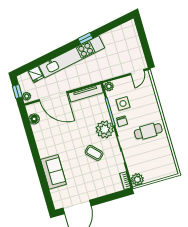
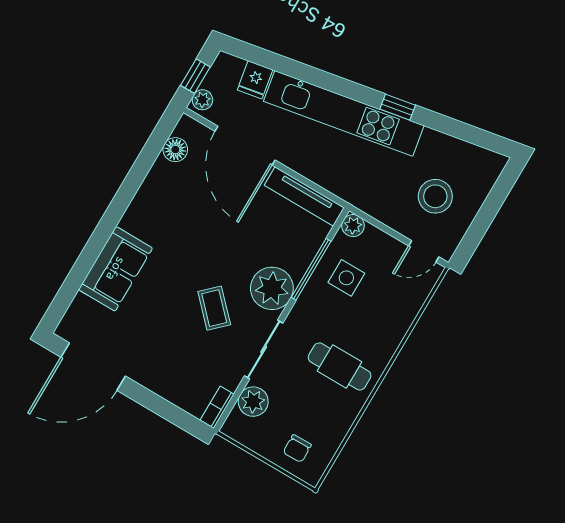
stool: (124, 53) -> (435, 196), added
chair: (122, 121) -> (297, 449), moved
plant: (137, 179) -> (253, 402), moved

